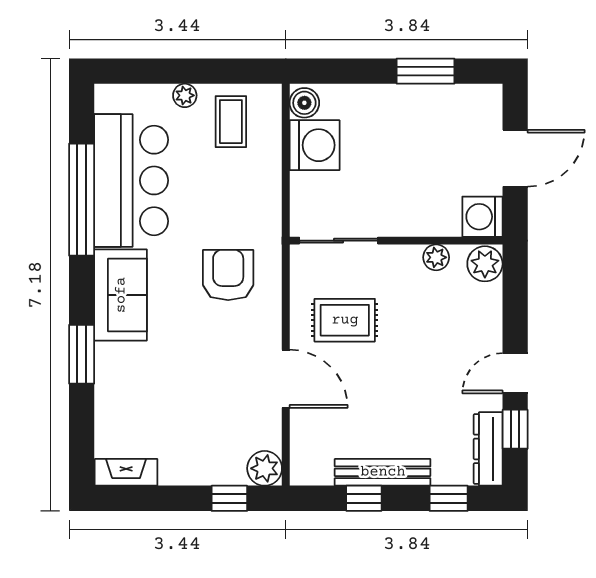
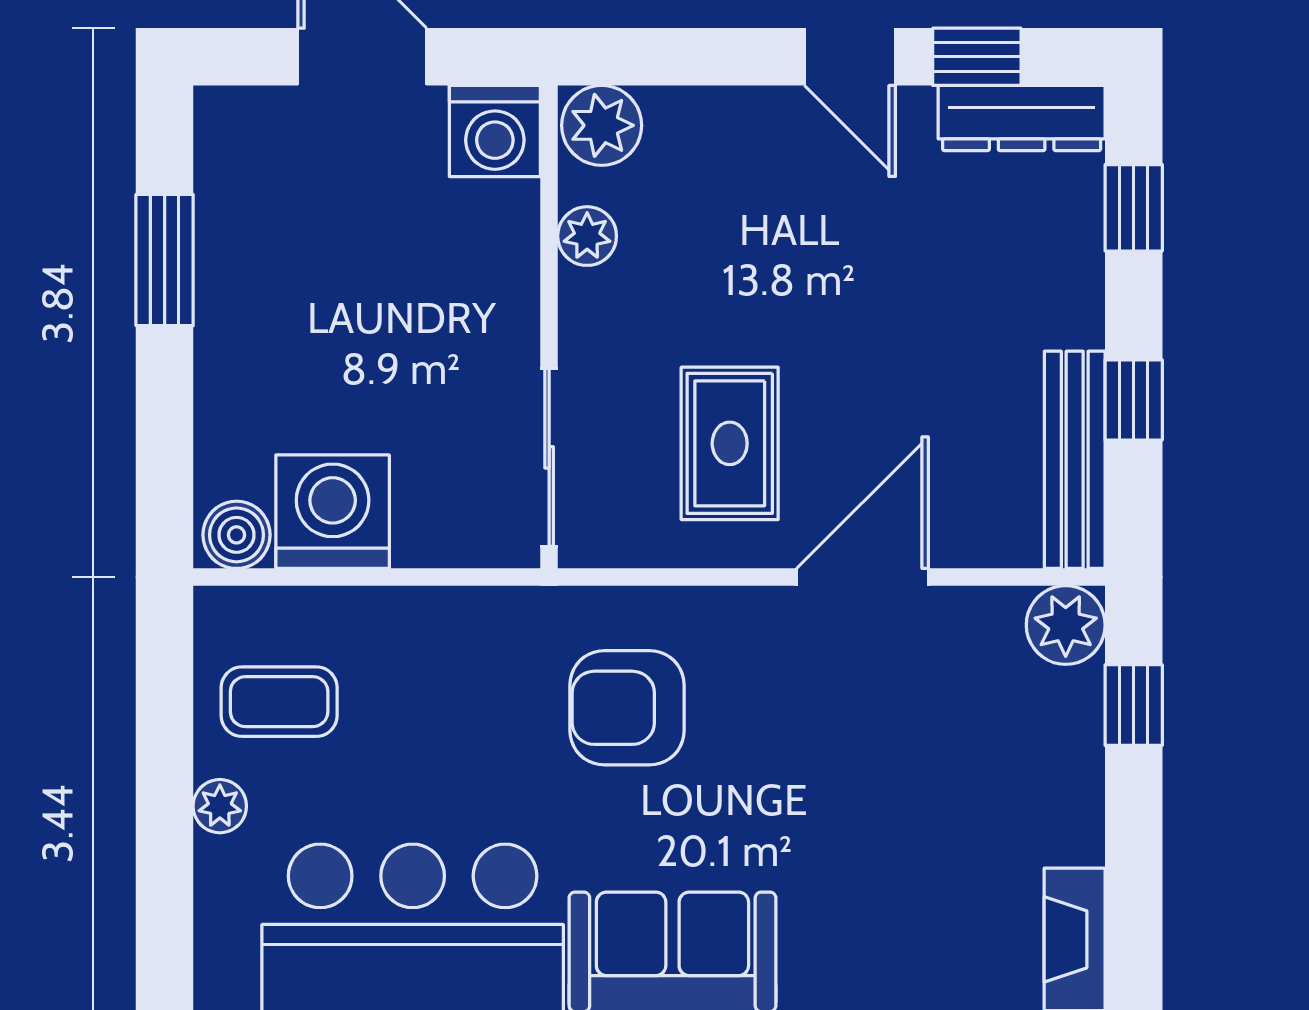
bench: (383, 472) -> (1075, 460), moved

